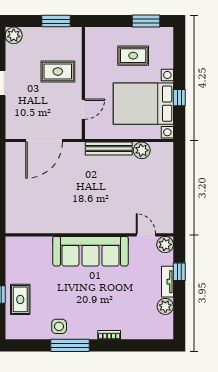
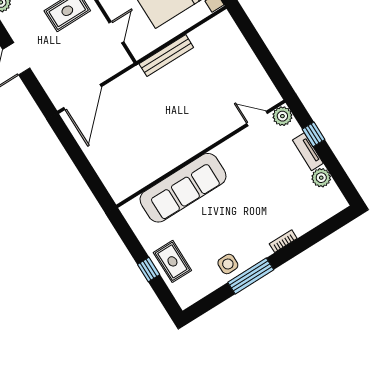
door: (44, 140) -> (82, 97), moved
plant: (142, 150) -> (200, 37), removed
sofa: (90, 251) -> (183, 188), moved

